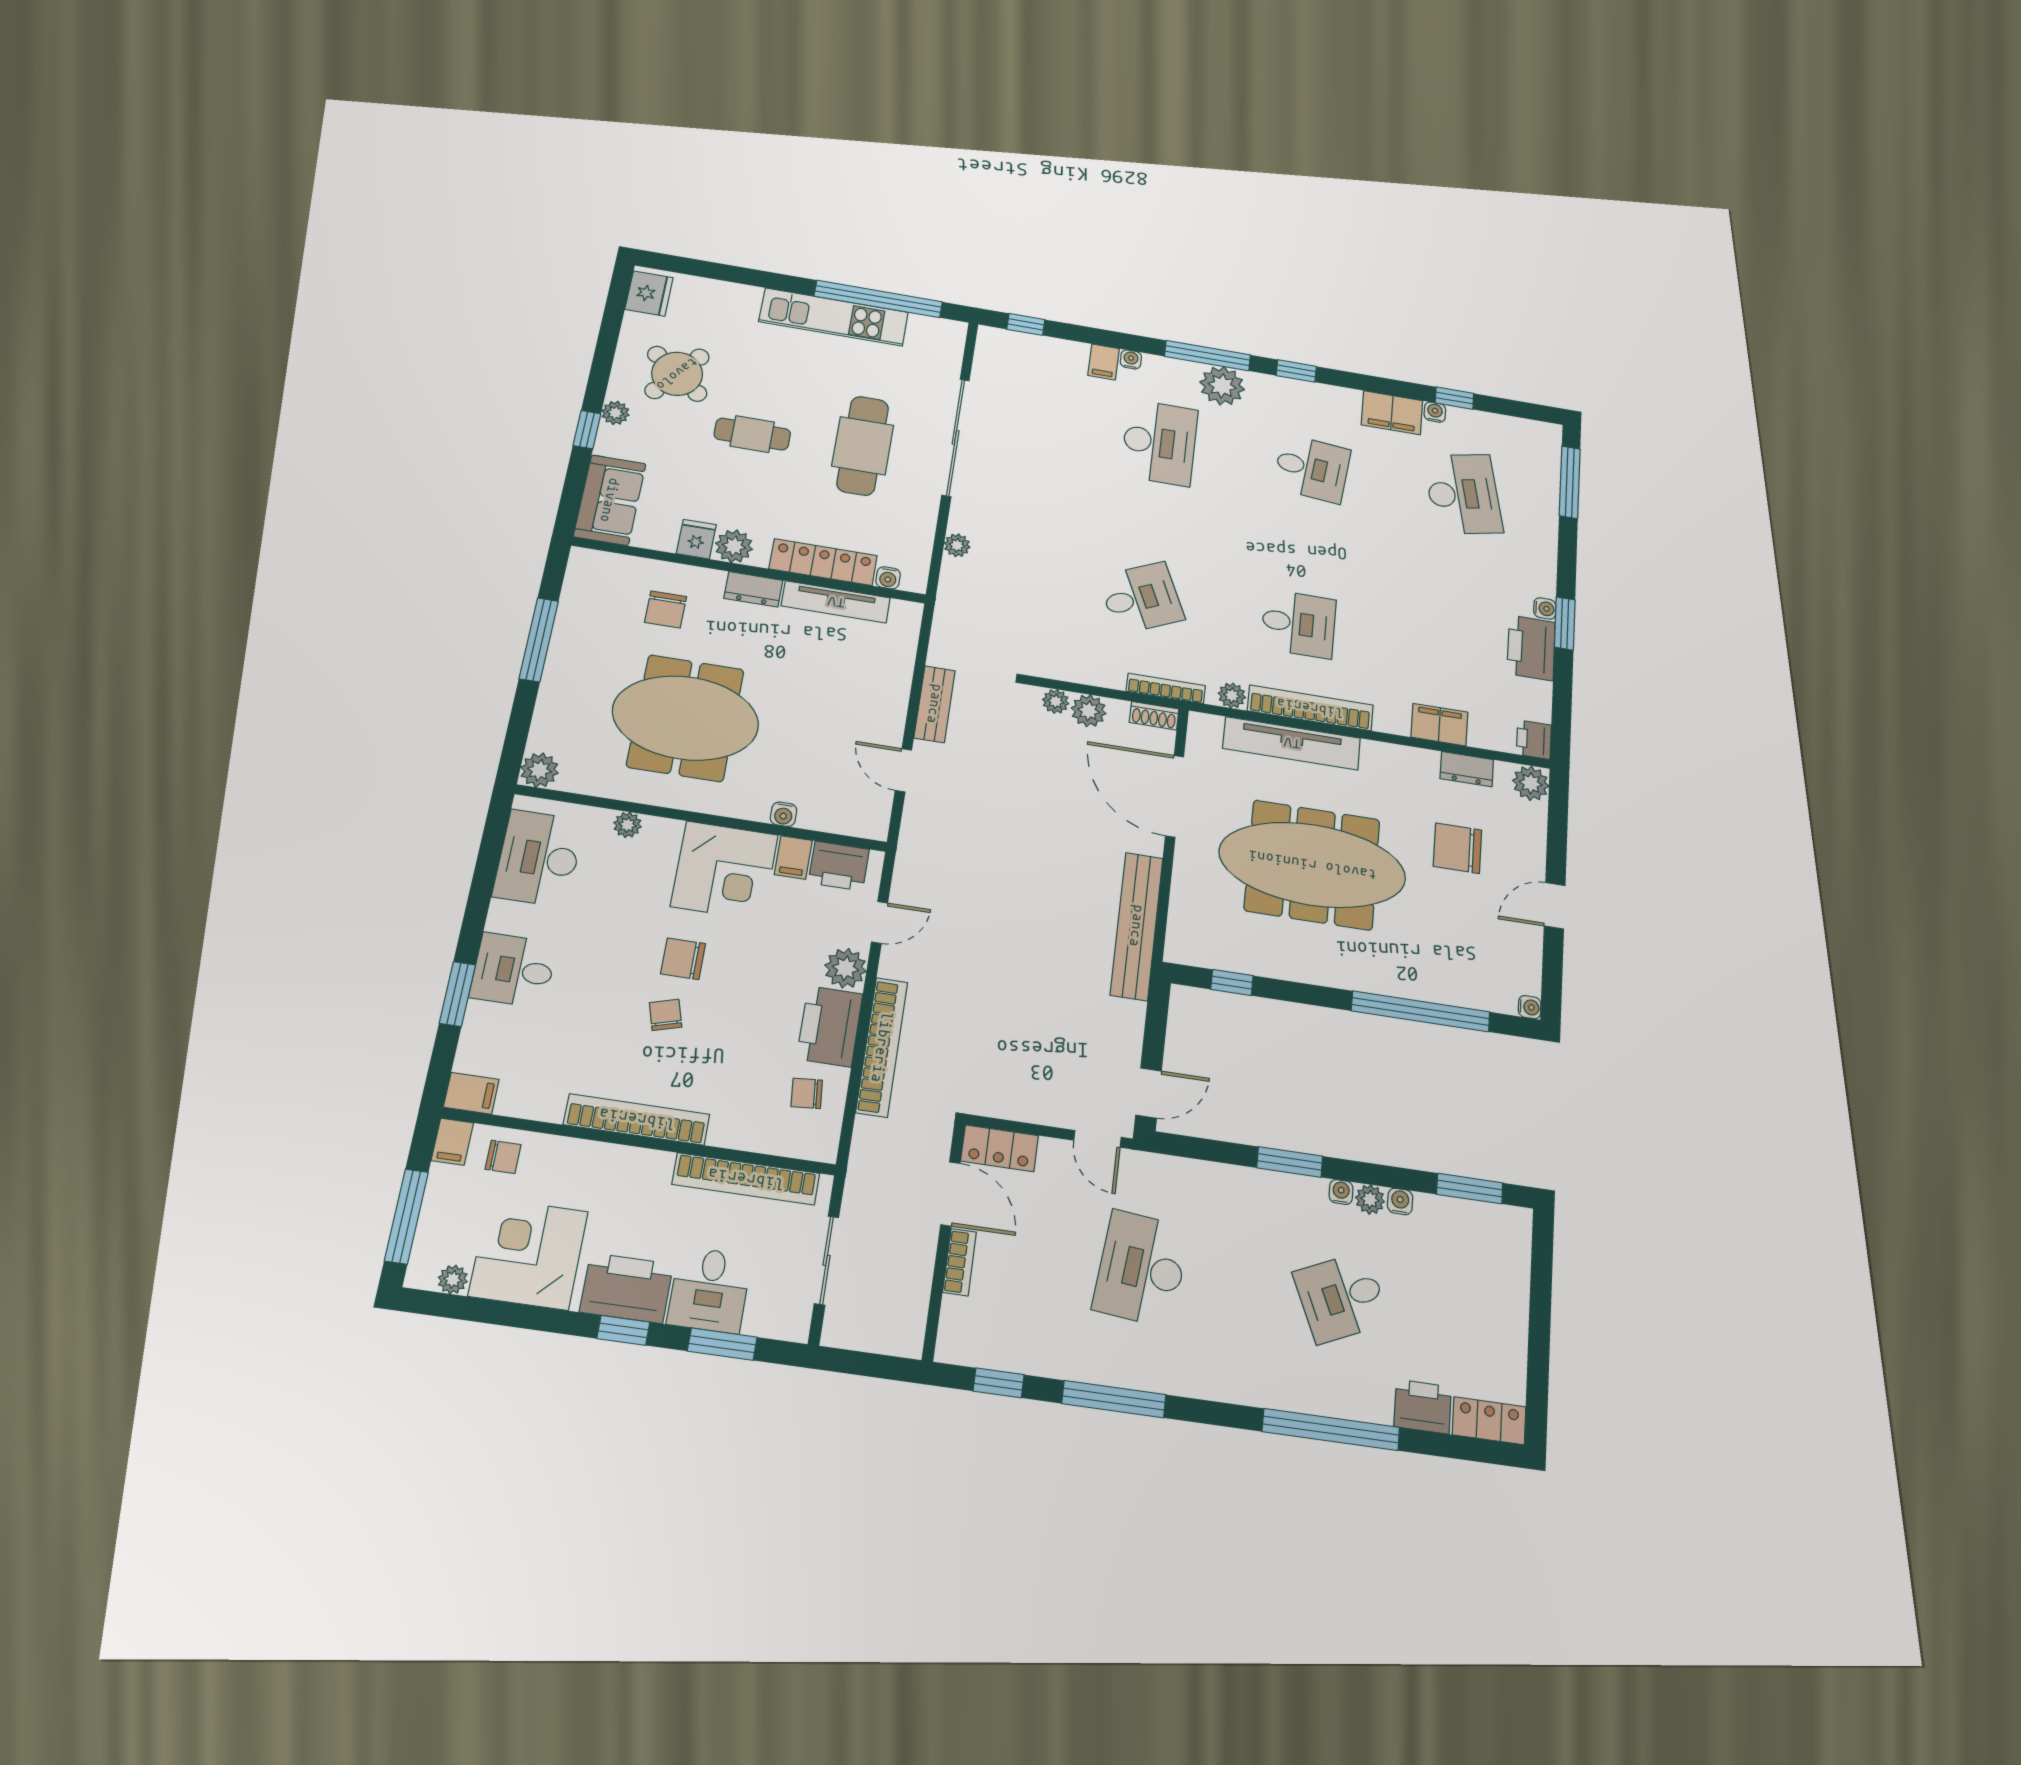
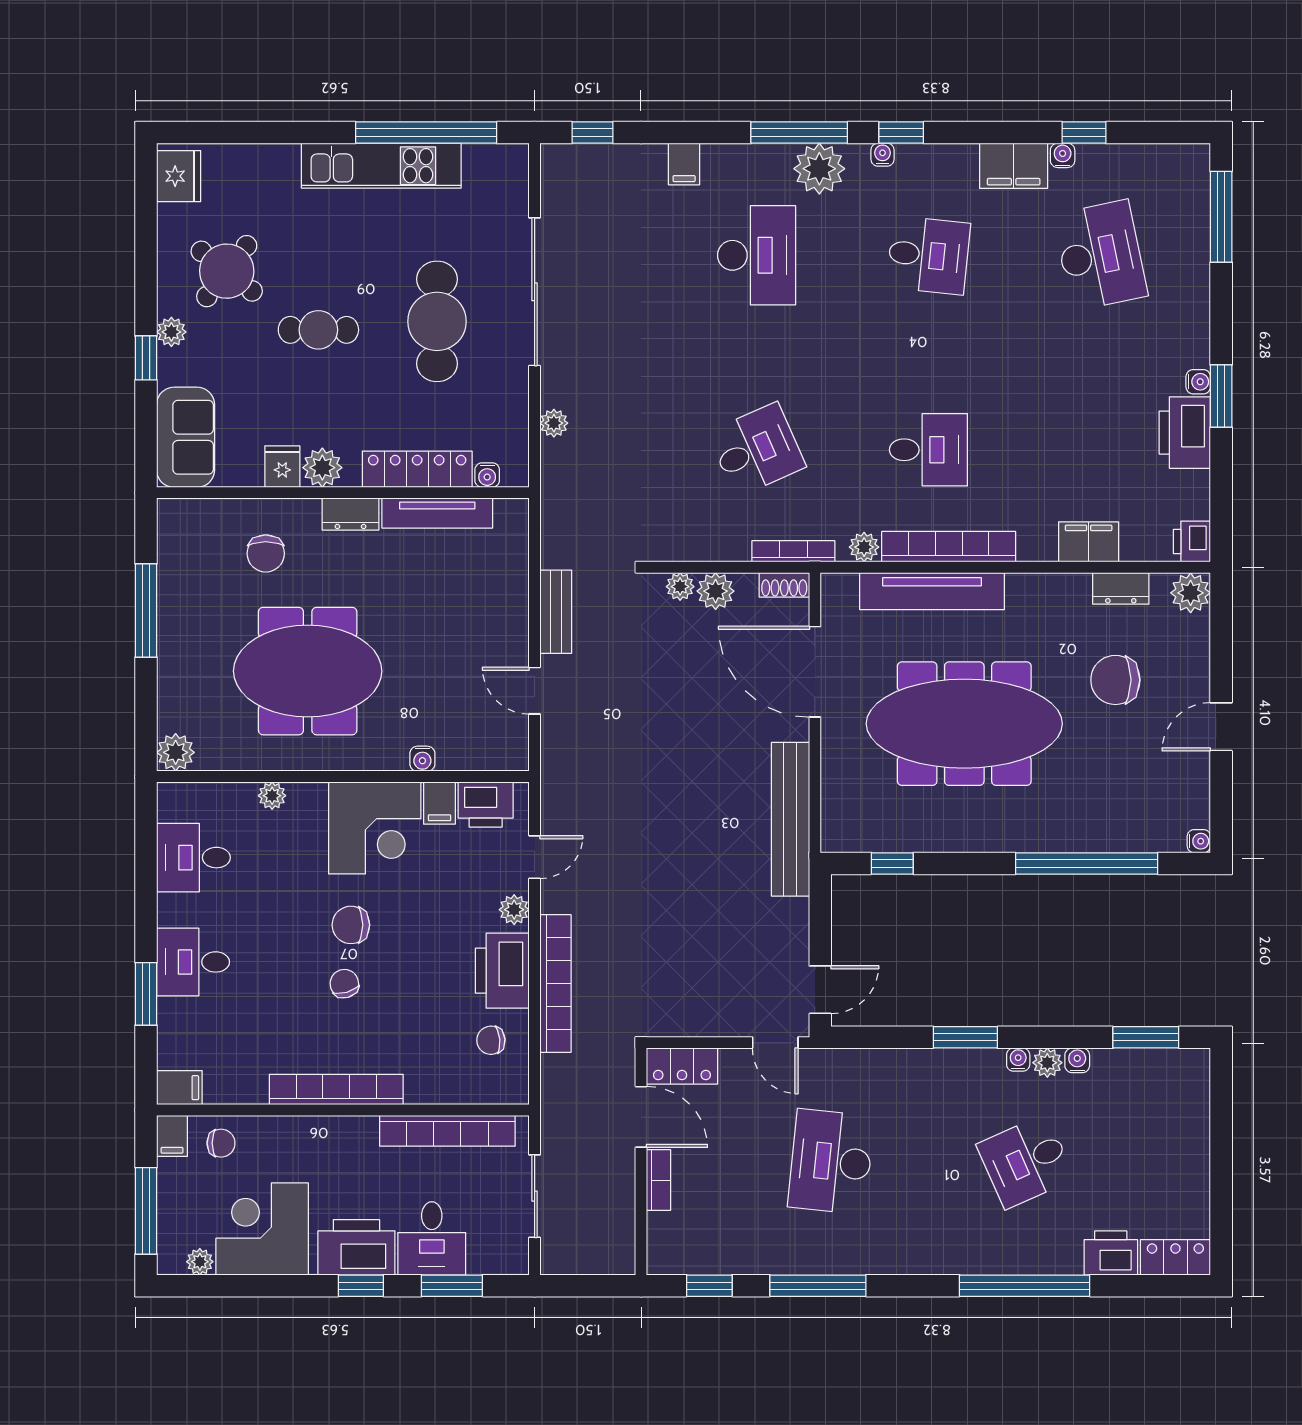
water cooler: (1131, 359) -> (882, 155), moved
desk: (539, 858) -> (194, 858), width x0.73
plant: (846, 968) -> (514, 910), width x0.73, depth x0.73

